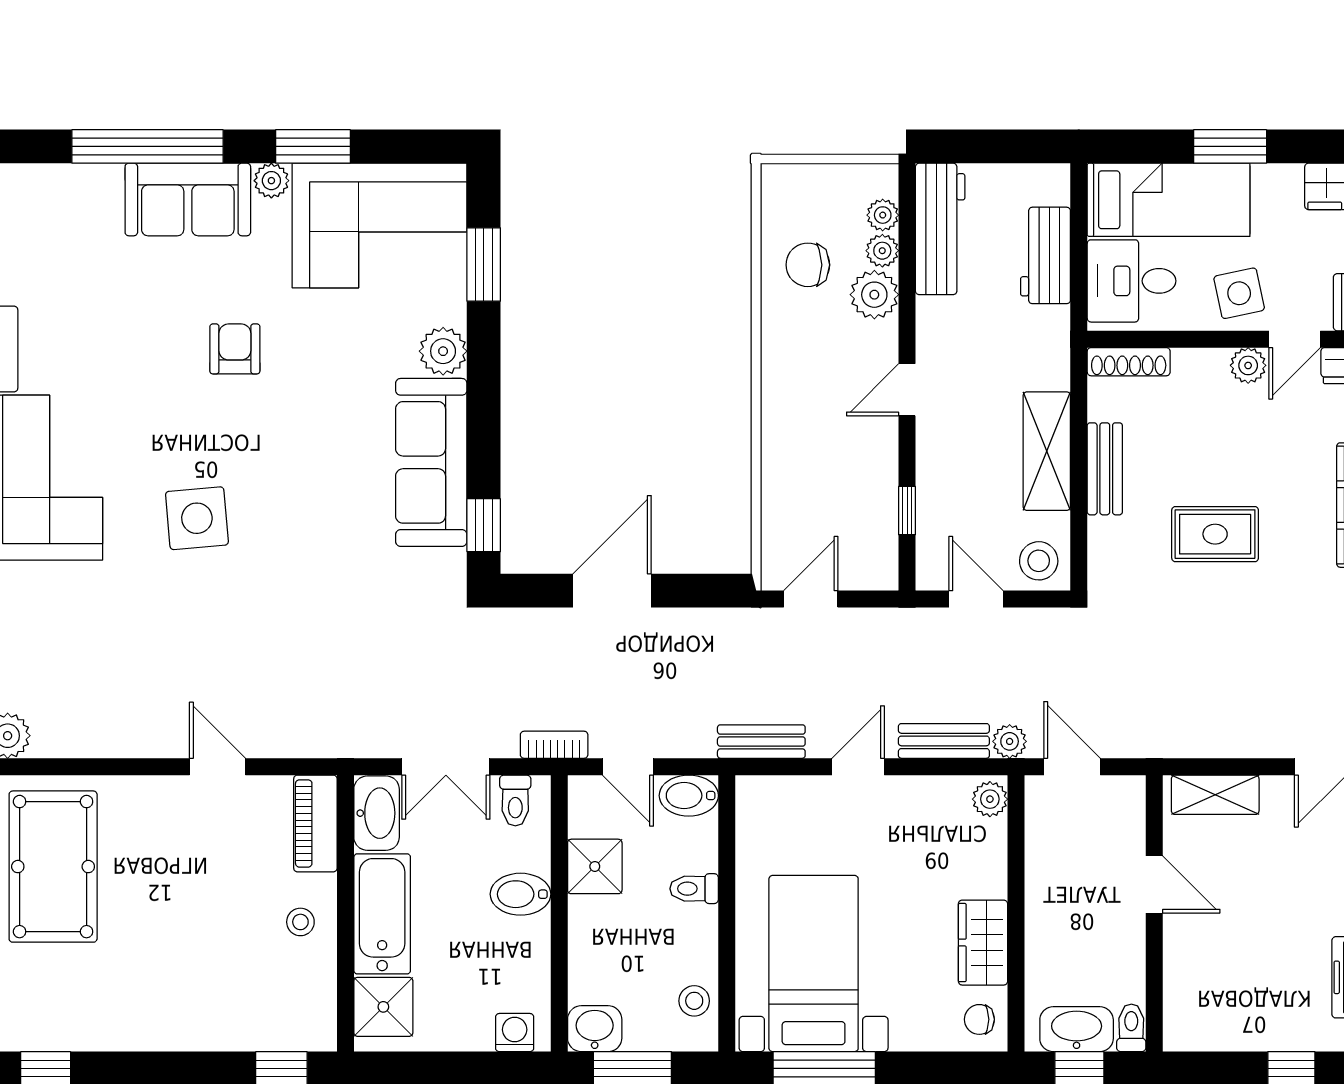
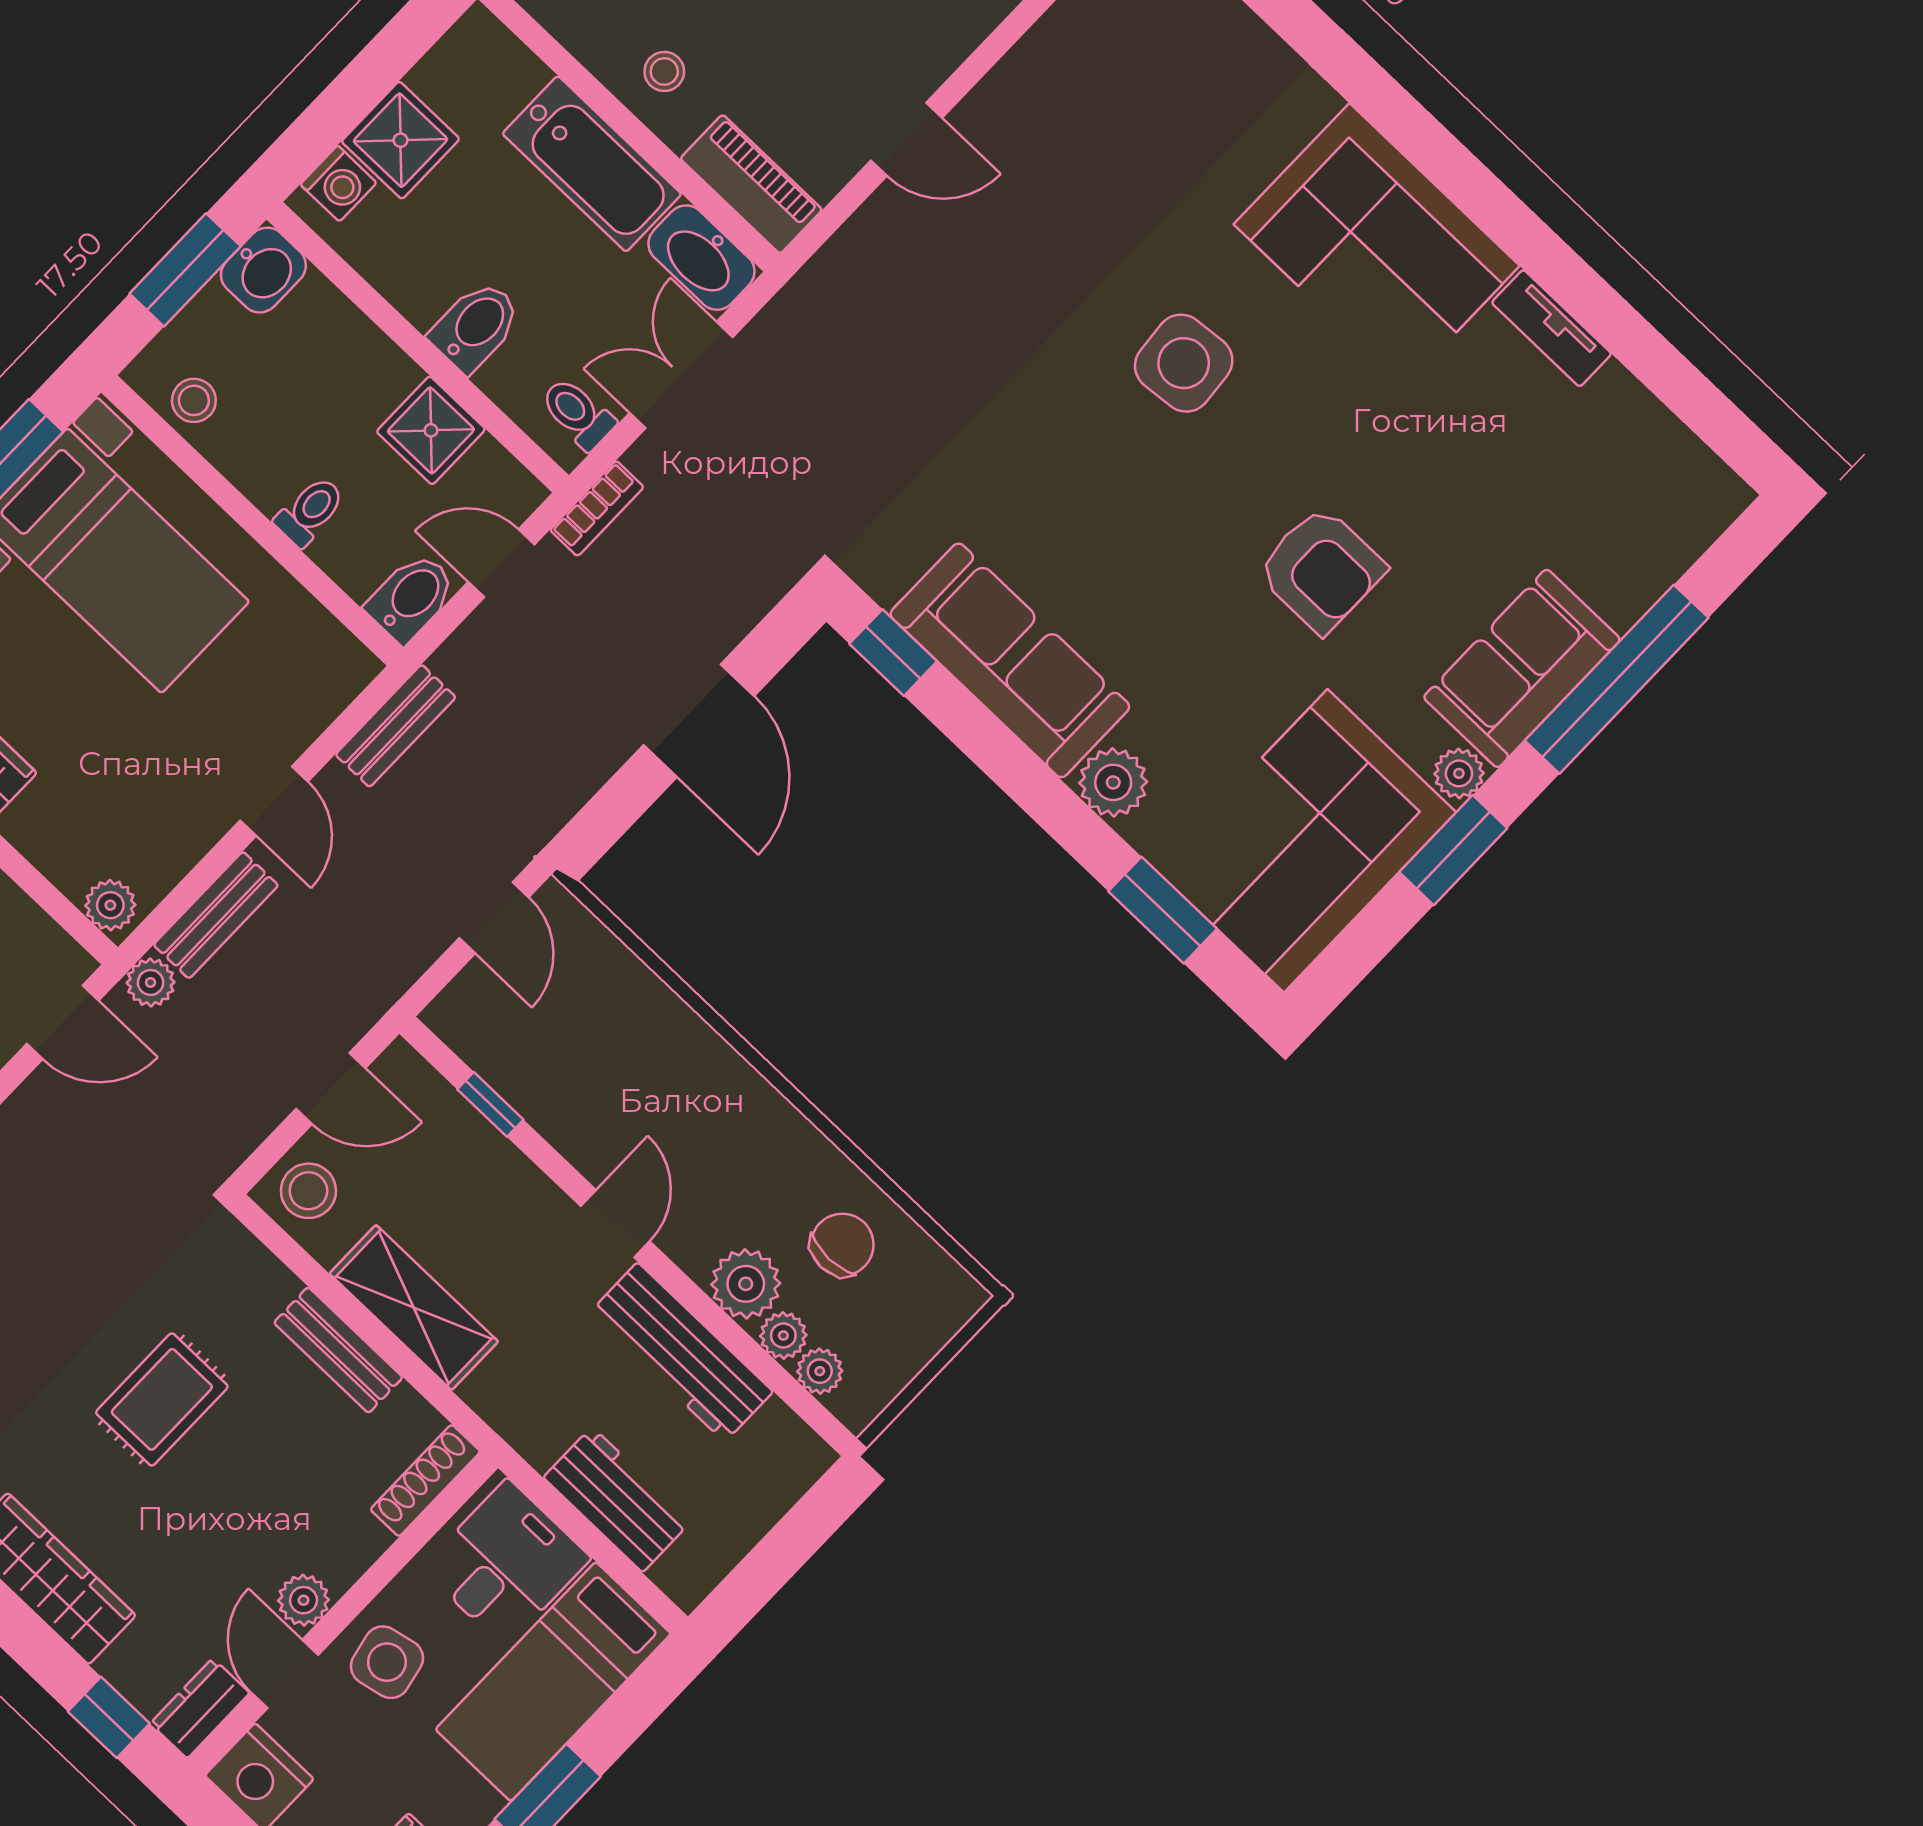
workbench: (940, 229) -> (681, 1352), moved
armchair: (235, 349) -> (1321, 570), width x1.38, depth x1.38
shower: (383, 1007) -> (400, 140), moved

